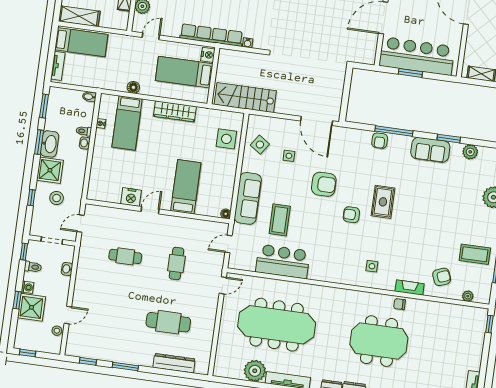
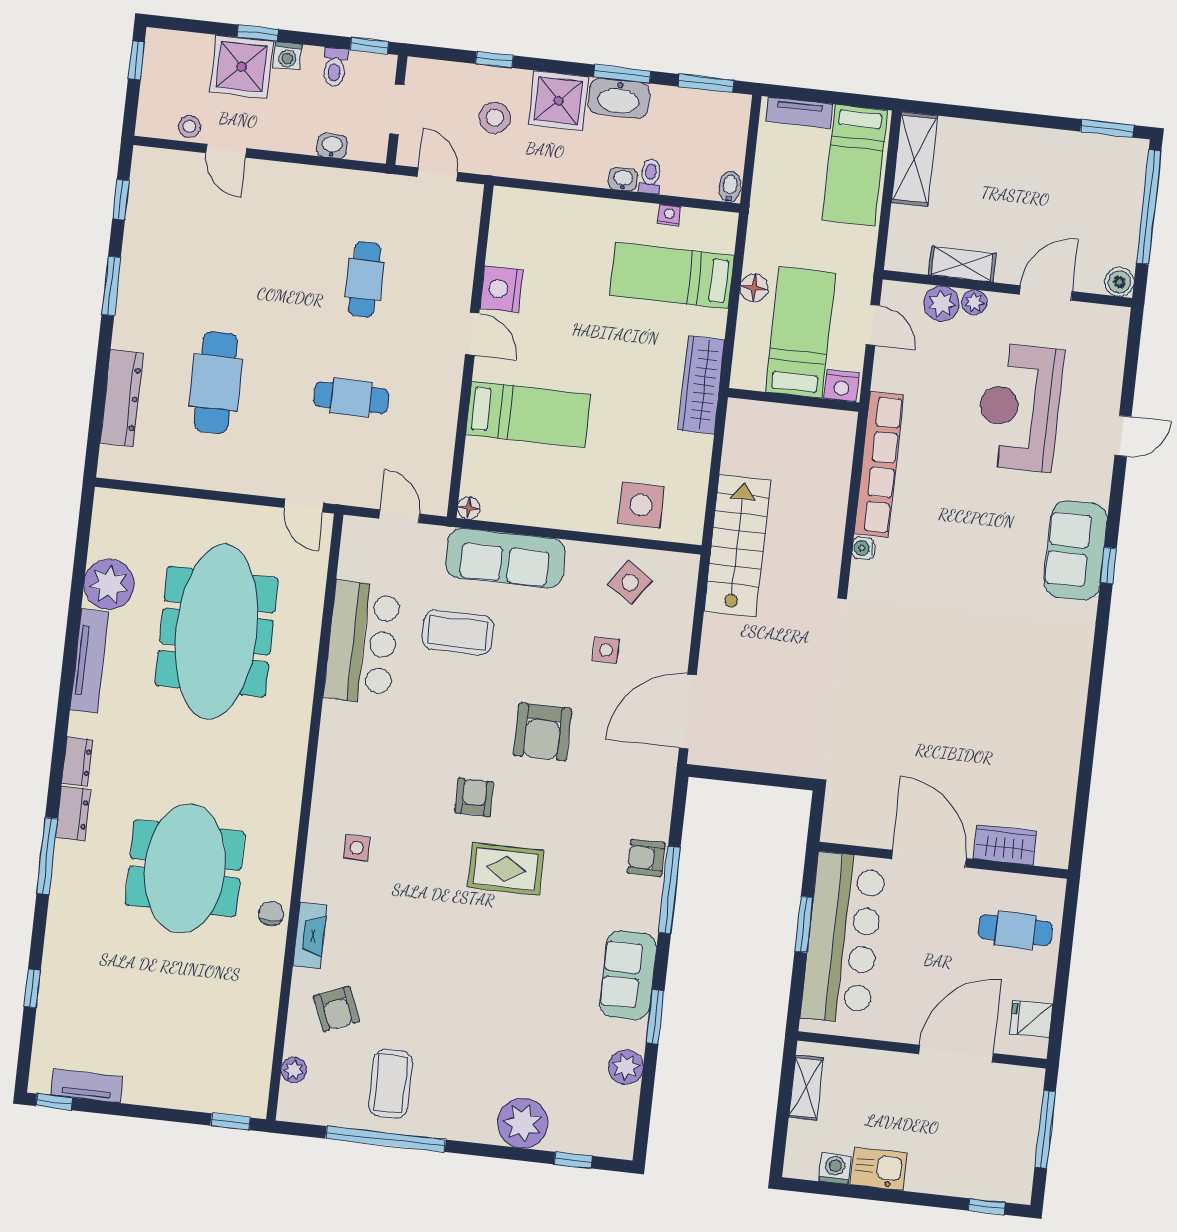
nightstand: (208, 55) -> (842, 386), moved
bed: (184, 72) -> (800, 332), moved
wall: (213, 76) -> (794, 400), moved

